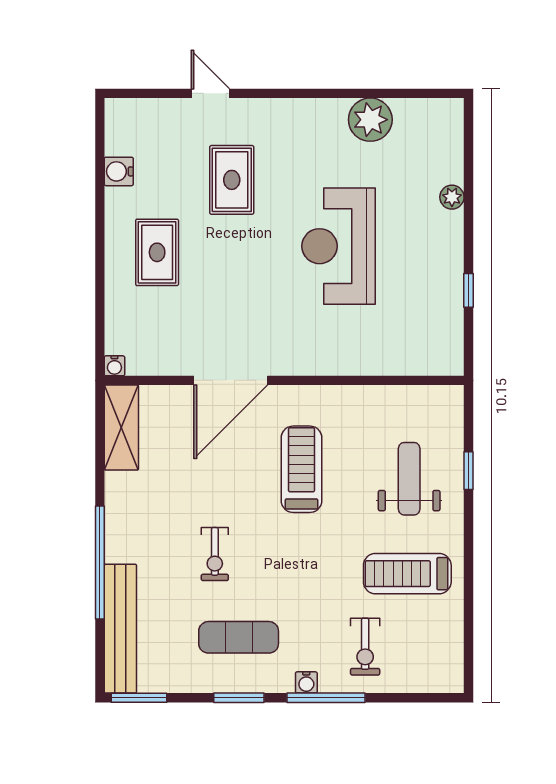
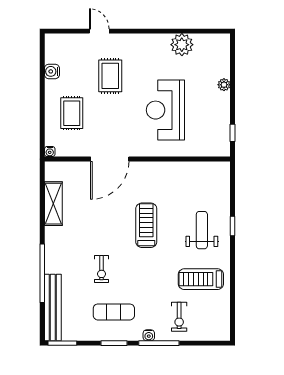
water cooler: (114, 366) -> (50, 152), moved
door: (231, 380) -> (110, 159), moved
wall: (284, 380) -> (137, 159), moved

